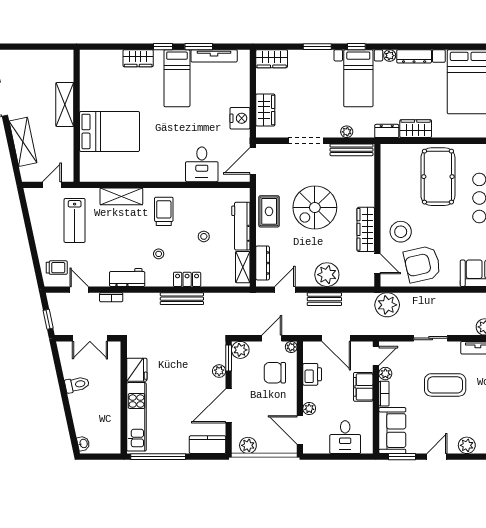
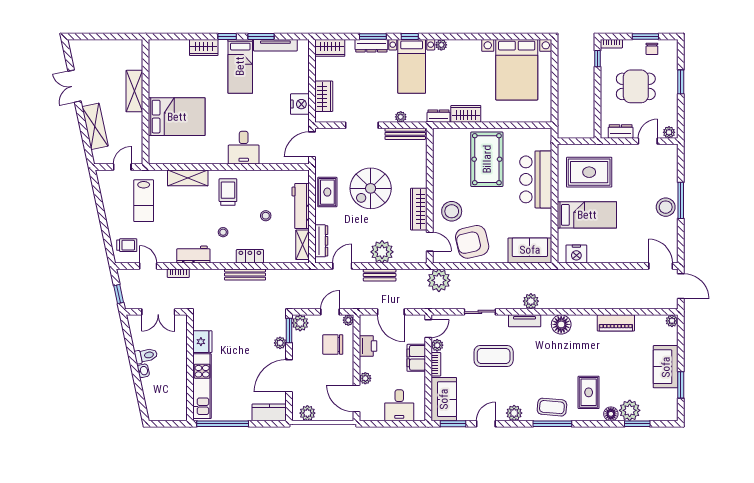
dresser: (414, 56) -> (371, 46), moved
desk: (202, 164) -> (244, 148), moved
washbasin: (83, 443) -> (143, 371), moved

